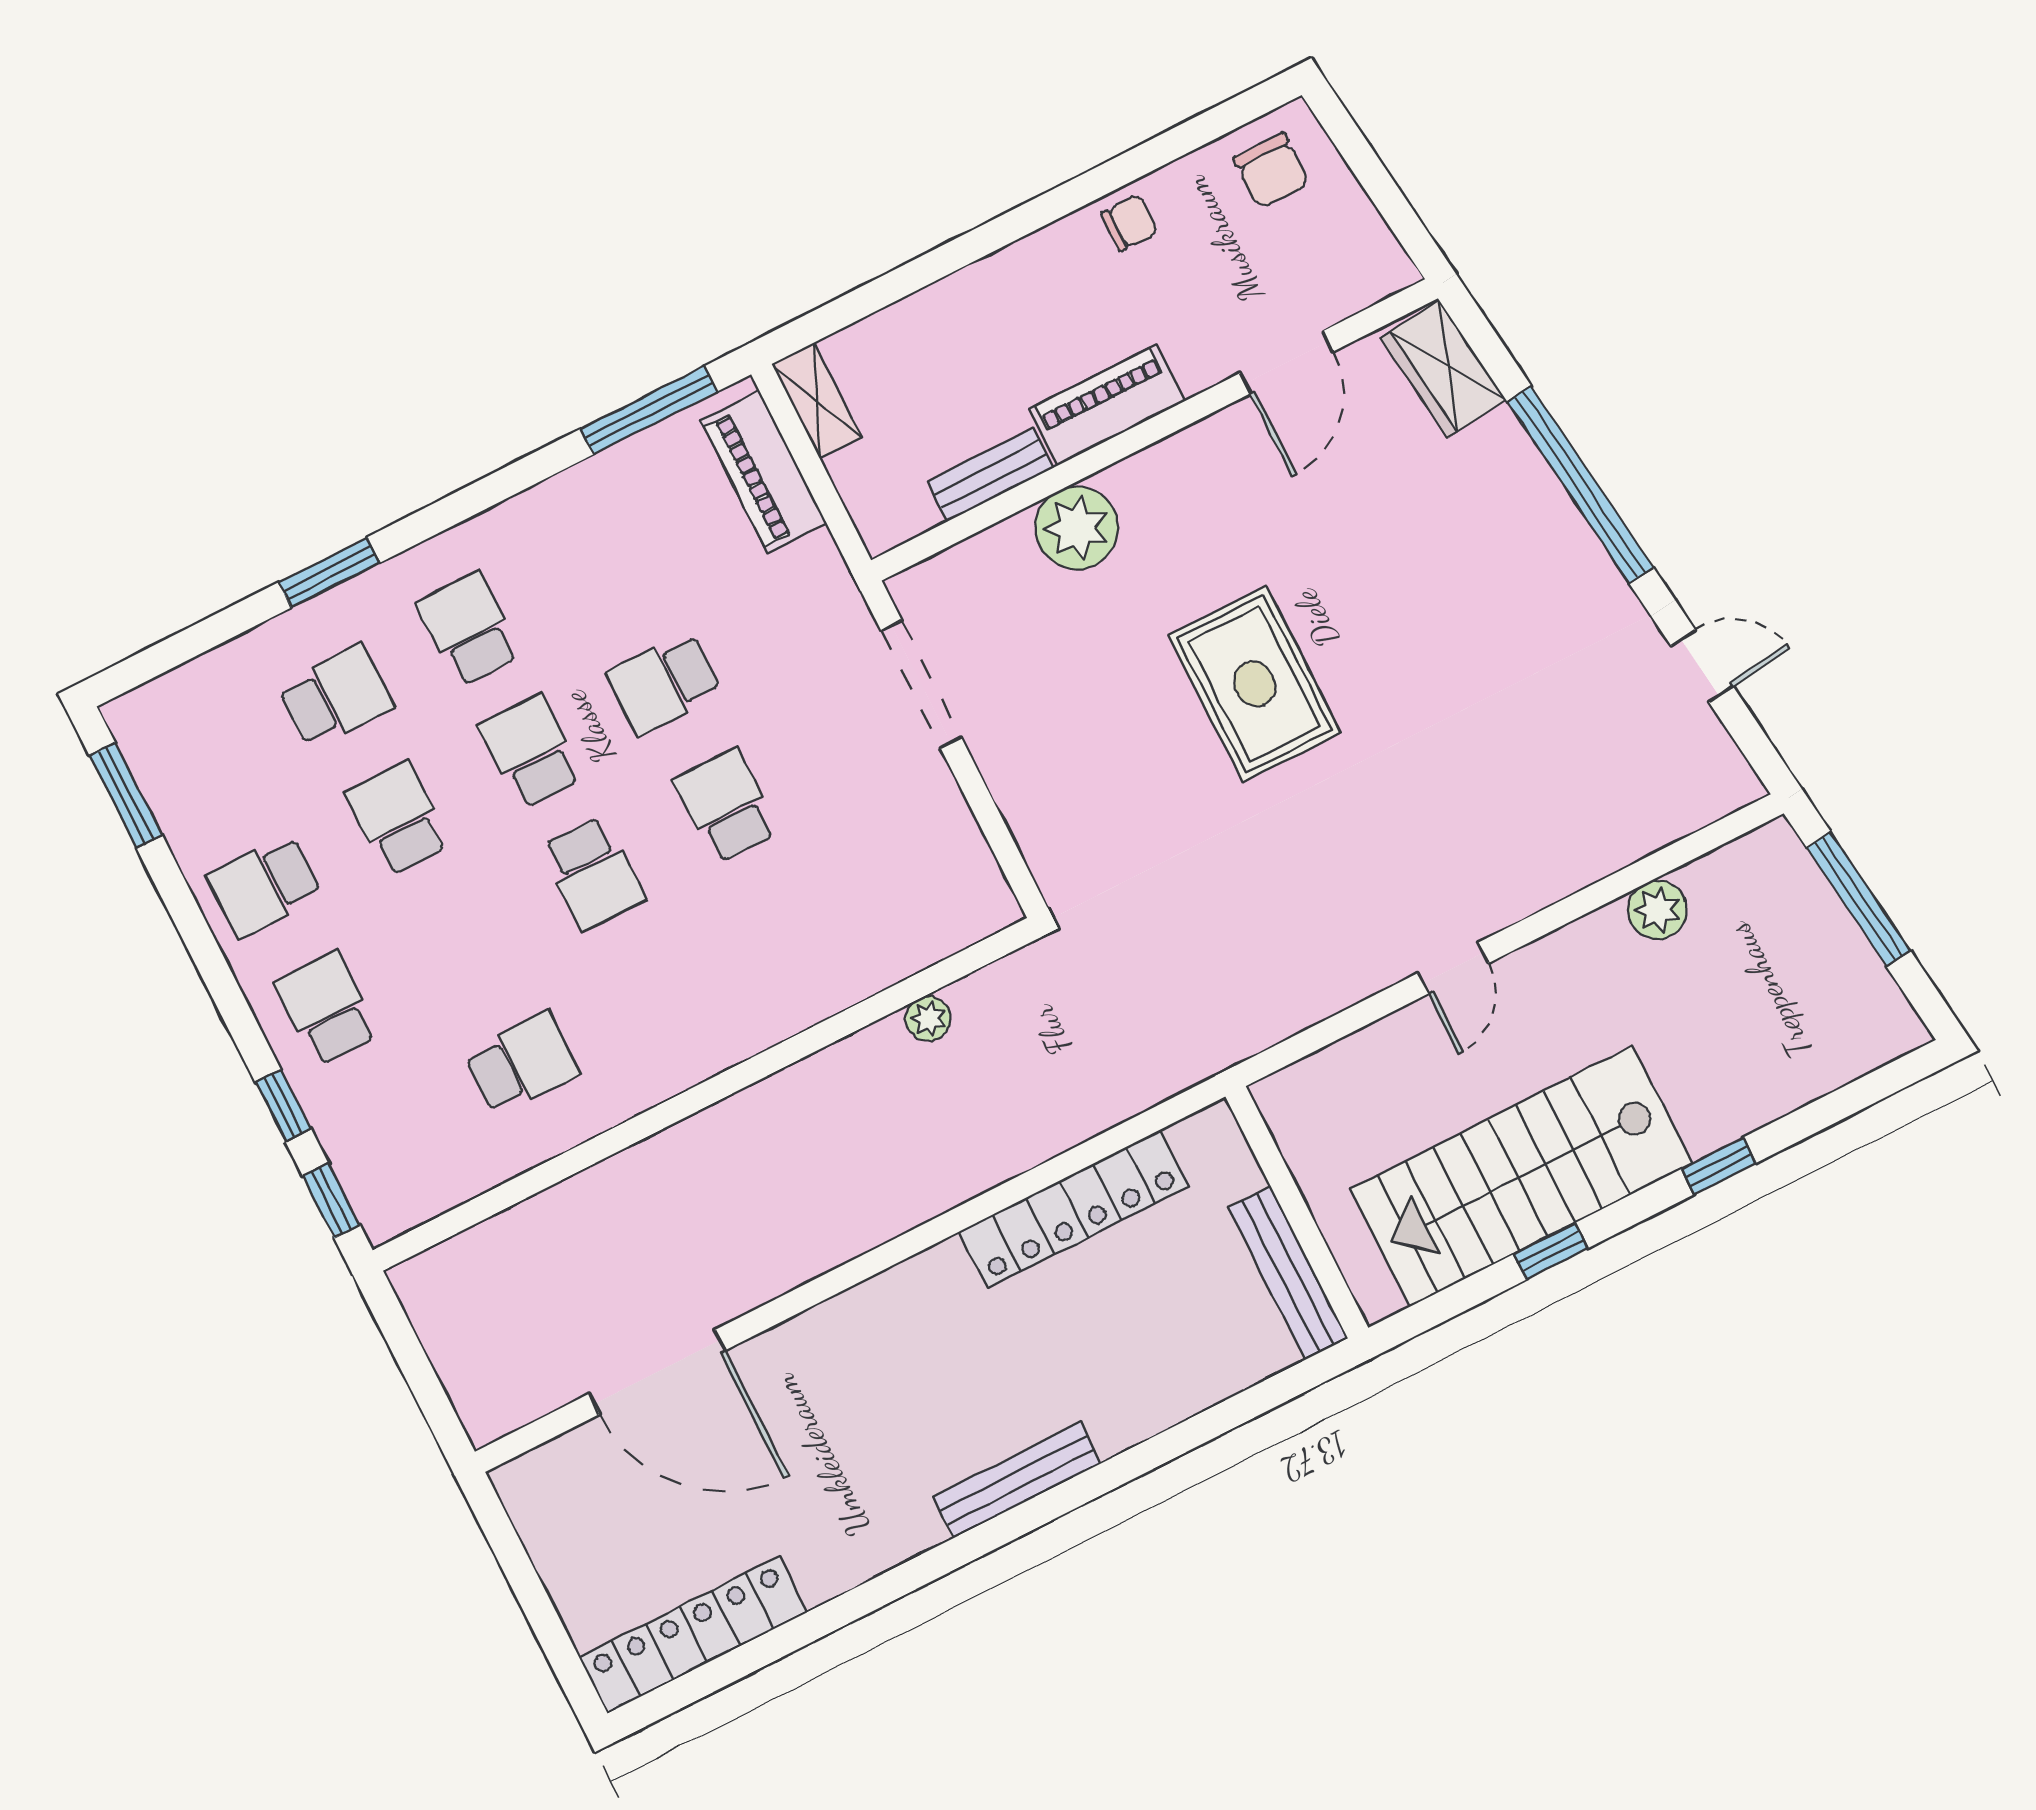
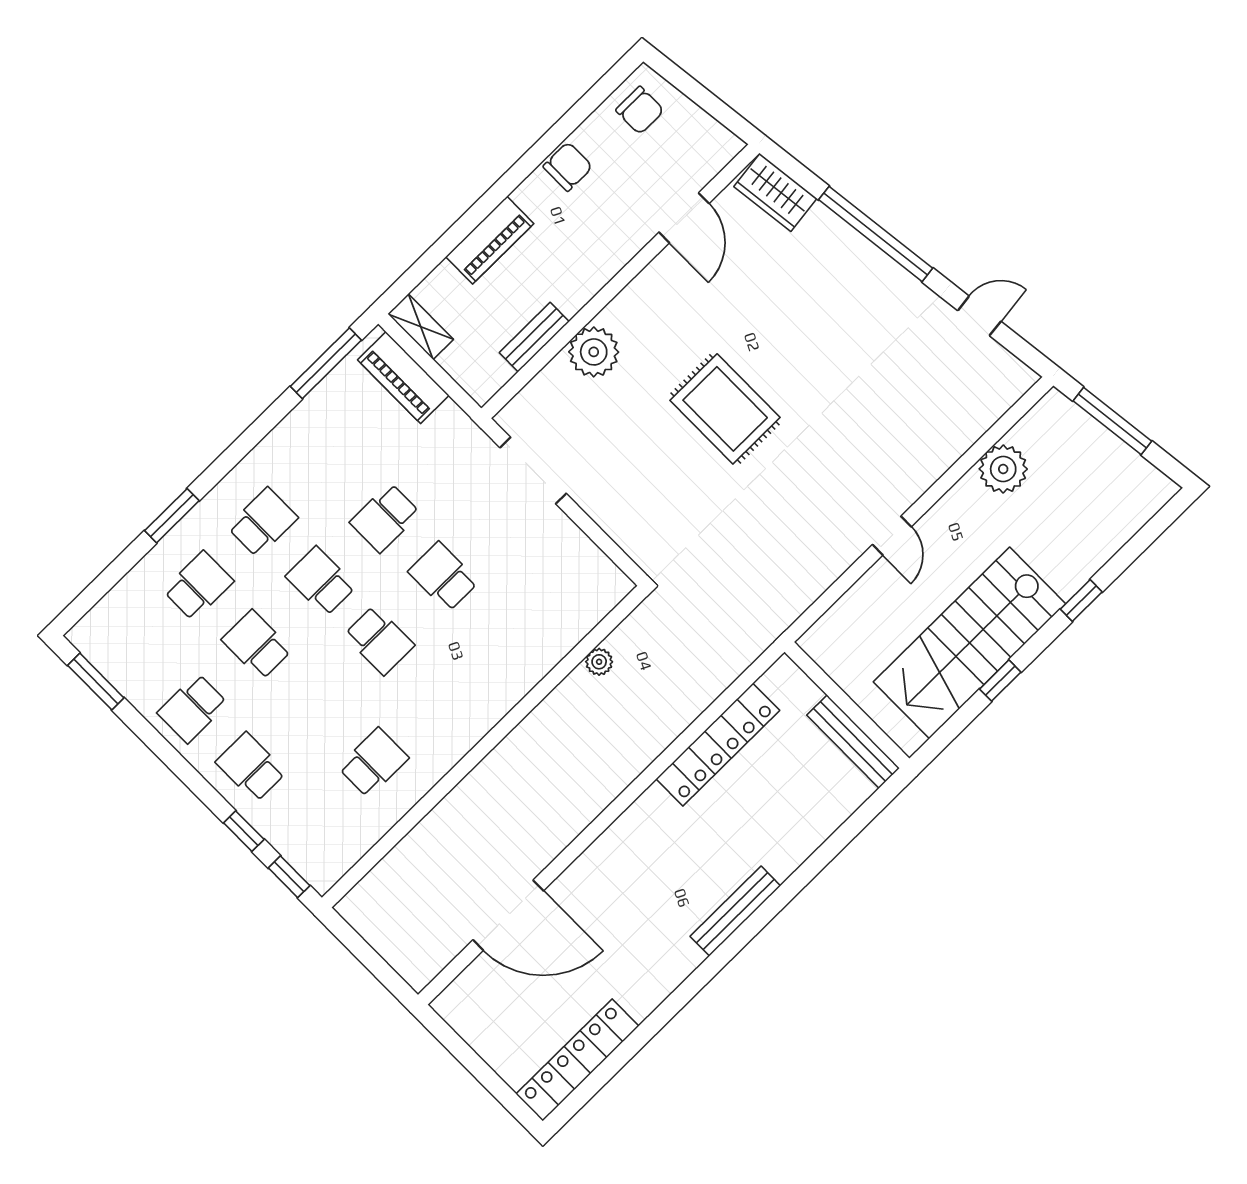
chair: (1129, 223) -> (568, 167), width x1.37, depth x1.37
piano: (1107, 405) -> (490, 240), moved, turned 180
school desk: (469, 629) -> (263, 522), turned 90
plant: (1658, 910) -> (1003, 469), width x1.36, depth x1.36

